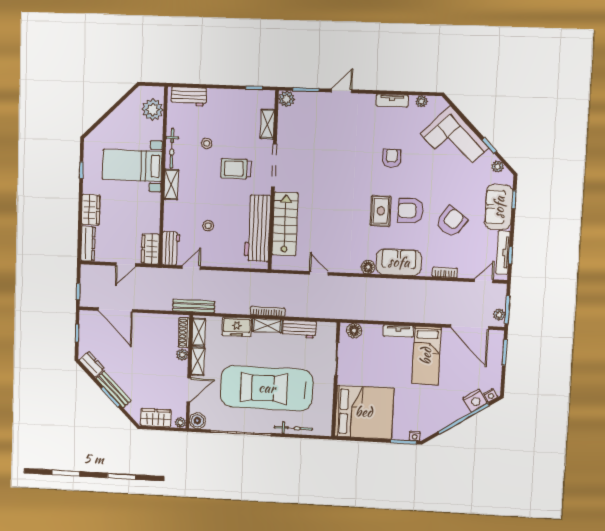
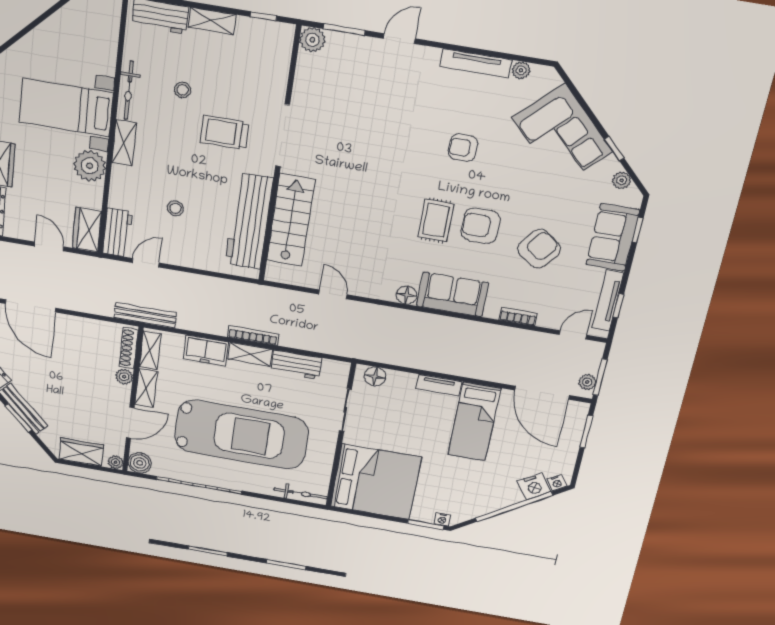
tv unit: (392, 101) -> (476, 63), width x1.41
plant: (153, 110) -> (90, 166), moved
shelving: (267, 124) -> (212, 21), moved, turned 90
armchair: (392, 158) -> (463, 148), turned -90
door: (126, 265) -> (49, 246), swing flipped
car: (267, 388) -> (241, 435), turned 180
bicycle: (293, 428) -> (301, 493), moved

